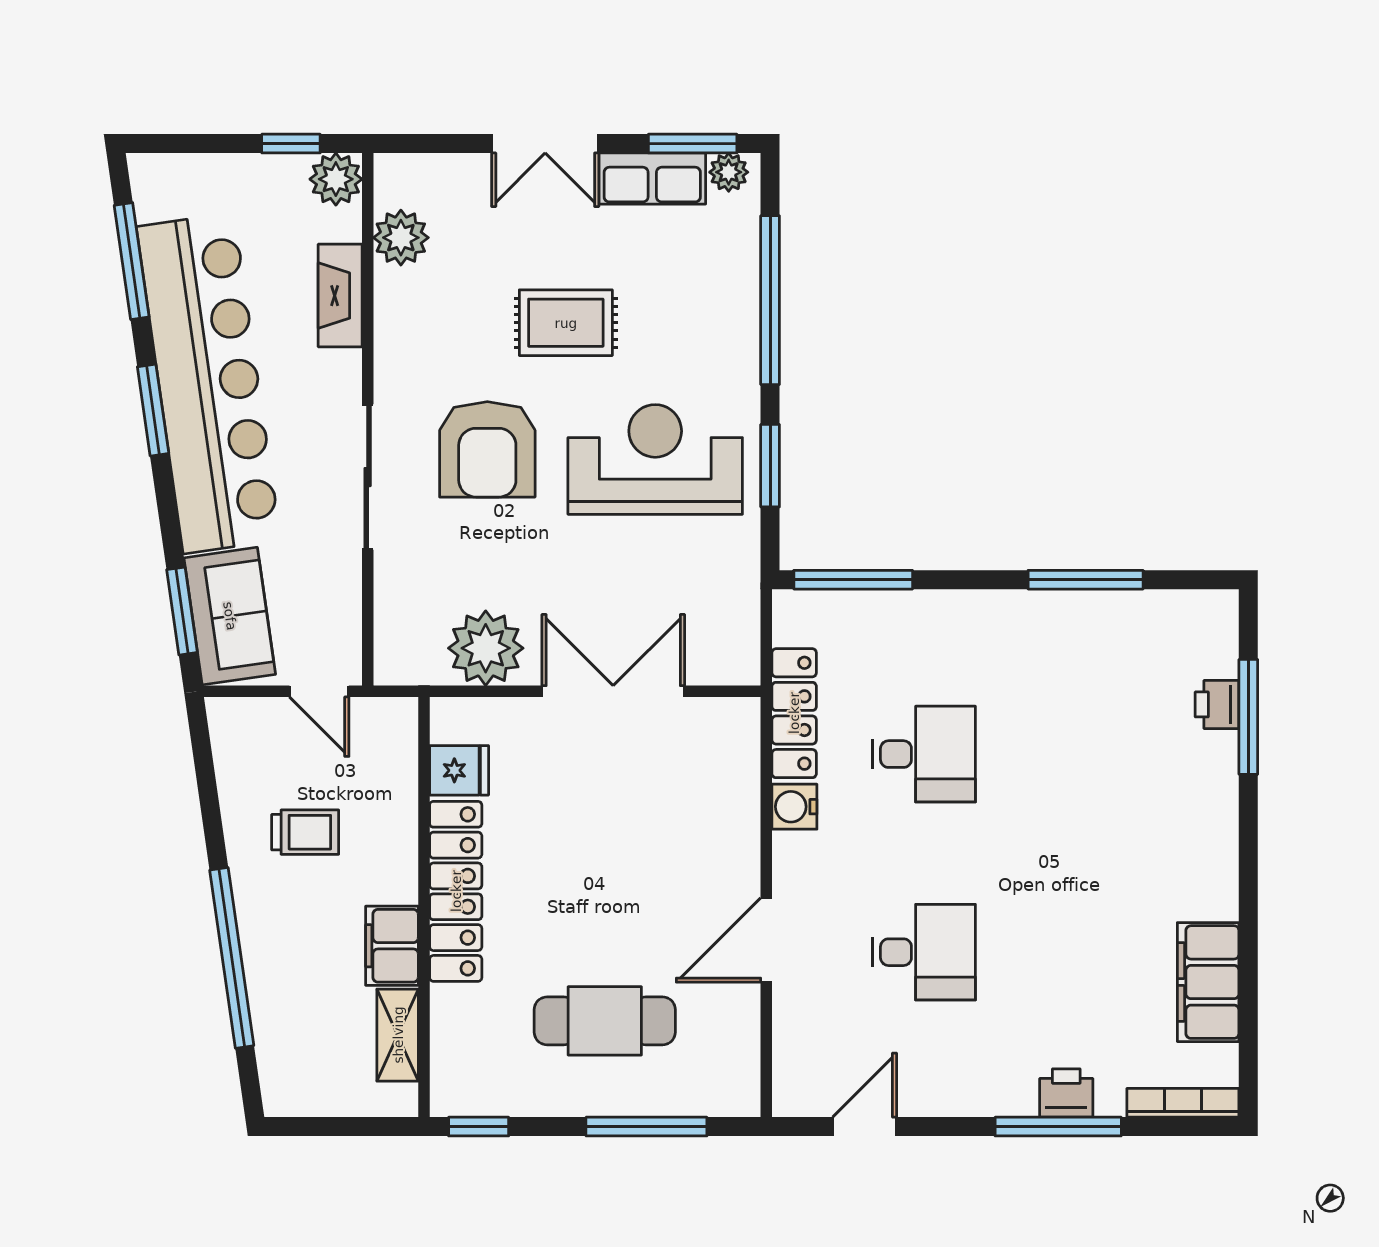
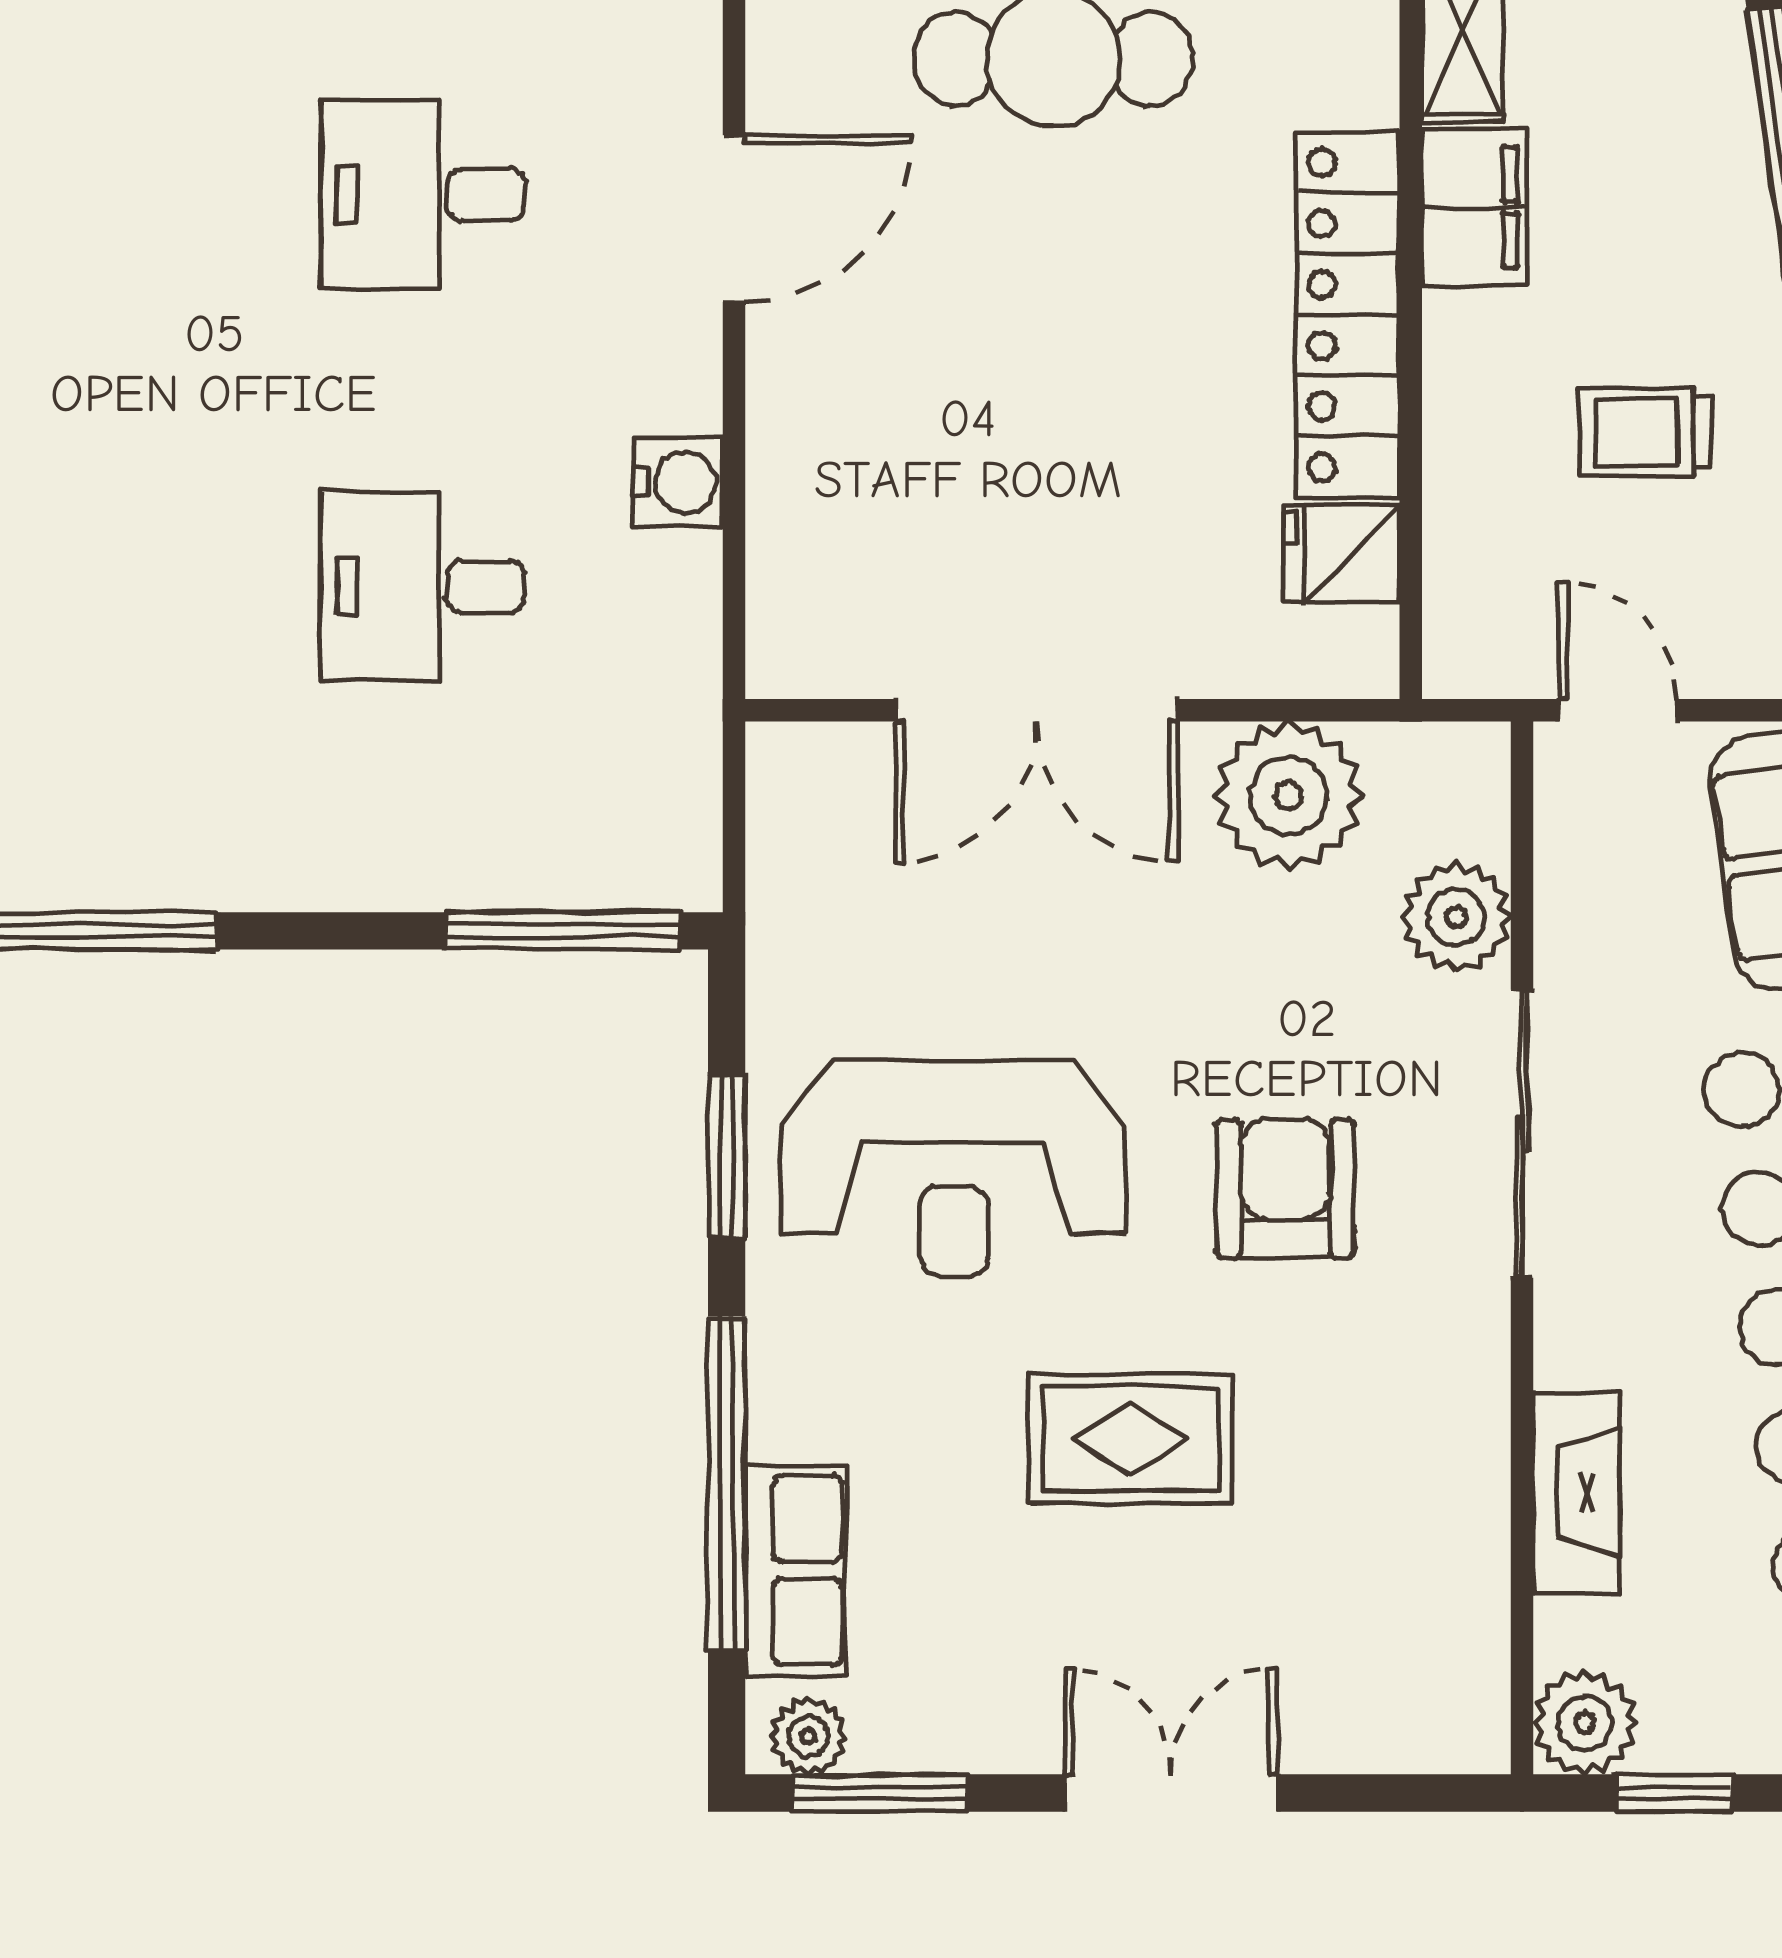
row of seats: (652, 178) -> (796, 1570), moved, turned 90
plant: (401, 238) -> (1456, 917), moved
armchair: (487, 449) -> (1285, 1189), width x0.73, depth x0.73
locker: (794, 713) -> (679, 667), removed

